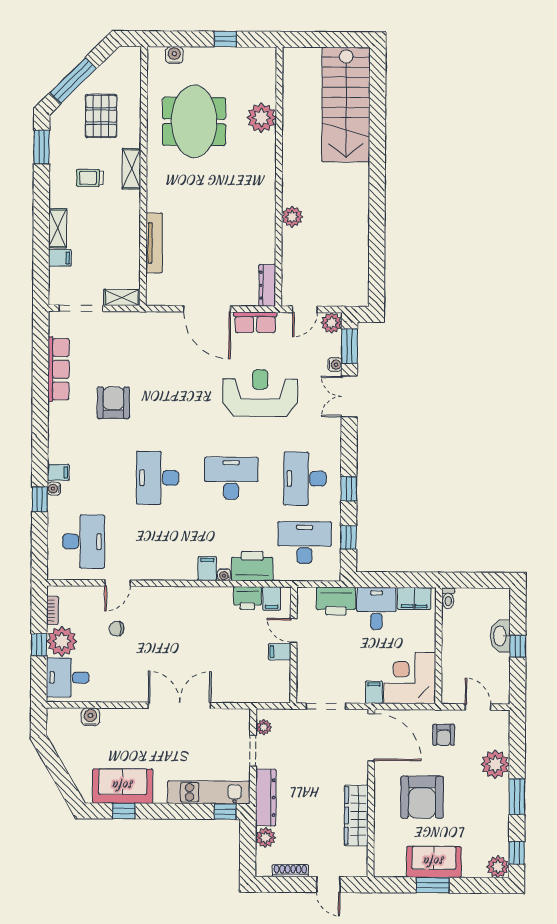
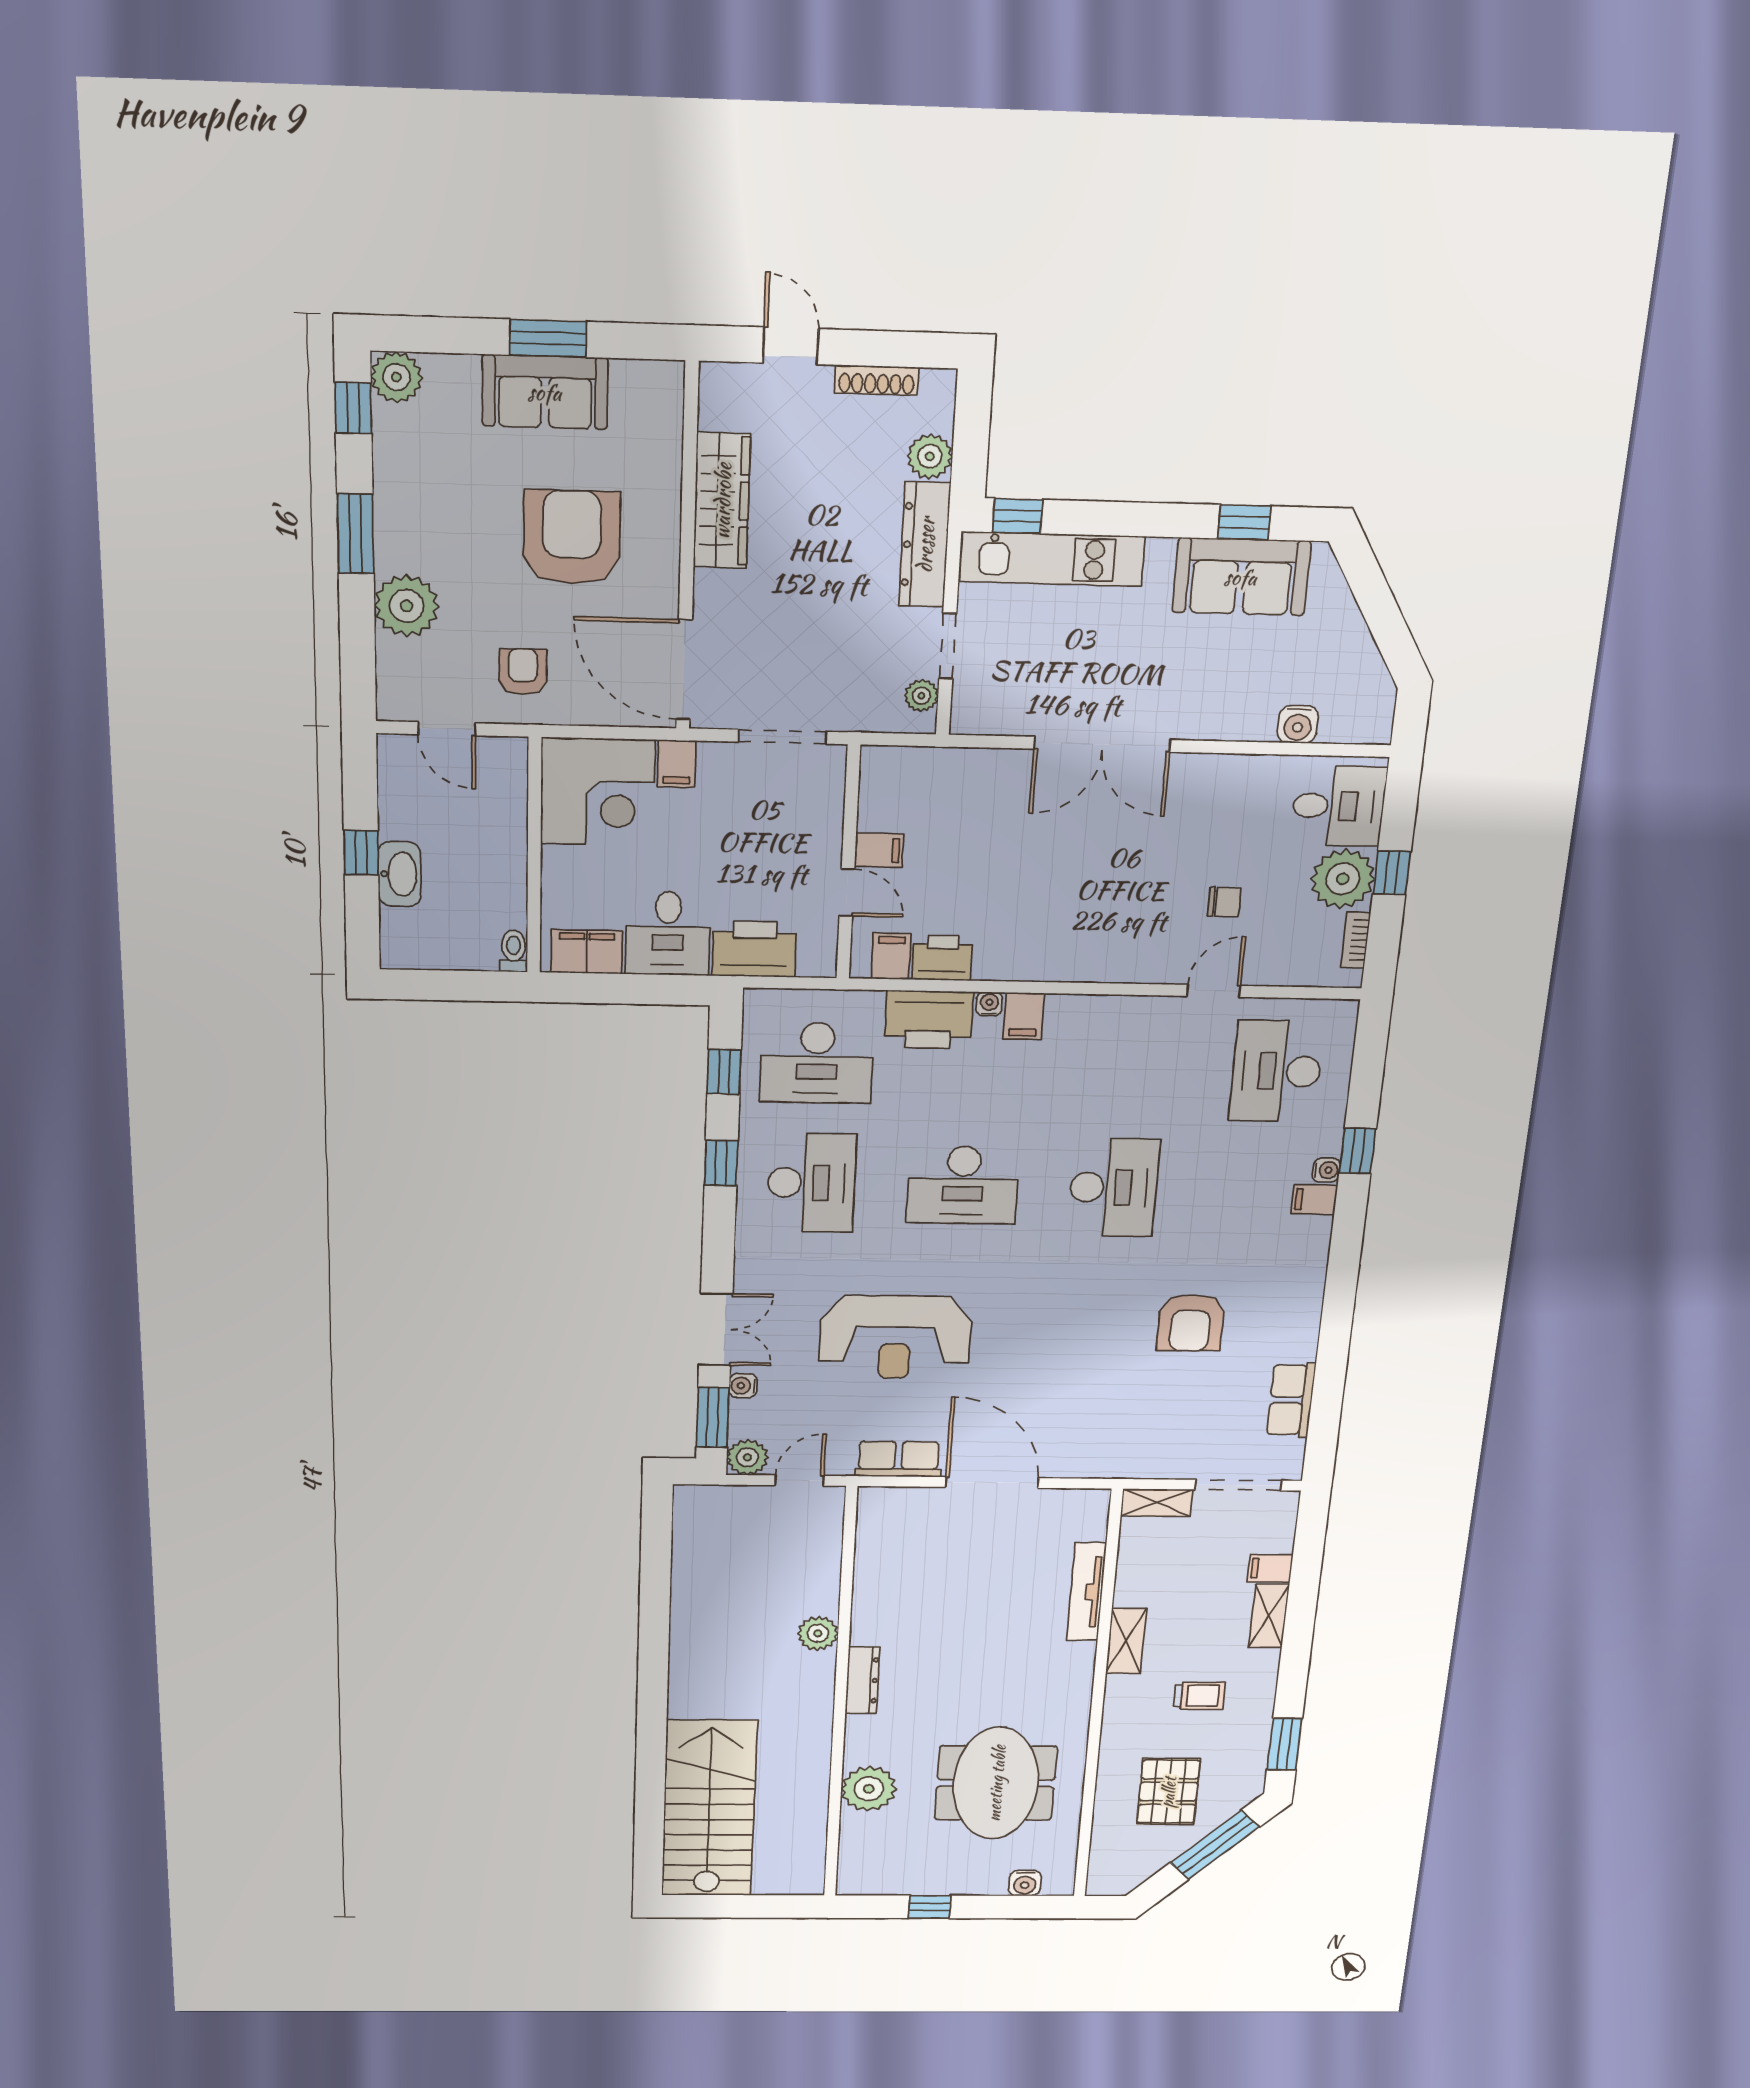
shelving: (131, 169) -> (1126, 1641), moved
dresser: (267, 285) -> (863, 1680), moved
row of seats: (59, 369) -> (1291, 1400), width x0.68

